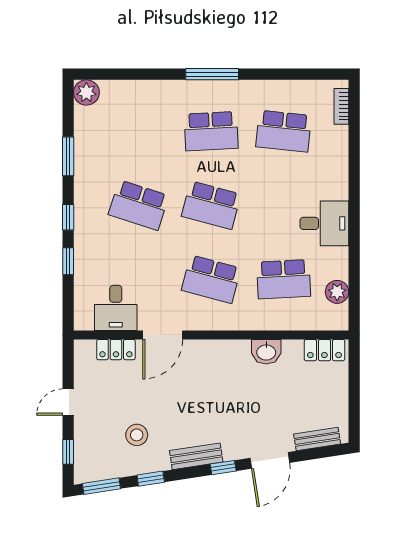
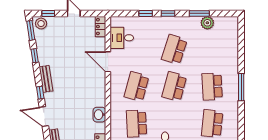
plant: (86, 92) -> (207, 23), moved
locker: (116, 350) -> (101, 27), moved
stool: (137, 435) -> (41, 24), moved

